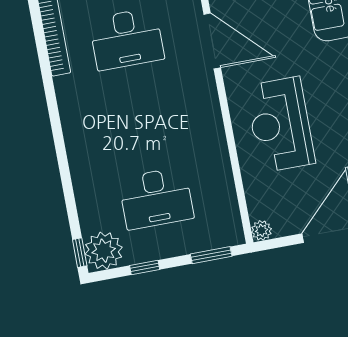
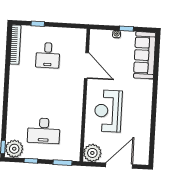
desk: (127, 39) -> (48, 55), width x0.73
plant: (261, 230) -> (92, 153), width x1.87, depth x1.87

